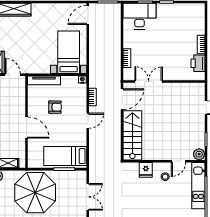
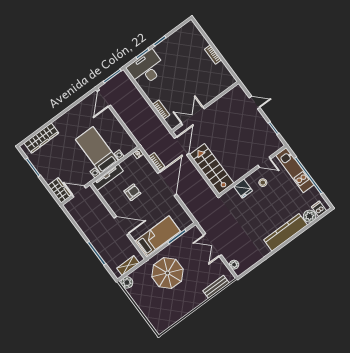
bed with nightstands: (69, 52) -> (97, 150), moved
printer: (198, 63) -> (222, 72), removed
door: (88, 121) -> (167, 184), width x1.87
plant: (199, 154) -> (277, 144), removed
bed: (65, 156) -> (157, 236), moved, turned 180
door: (179, 161) -> (264, 162), hinge flipped
parasol: (35, 193) -> (167, 273), width x0.73, depth x0.73
double door: (88, 197) -> (212, 245), swing flipped

